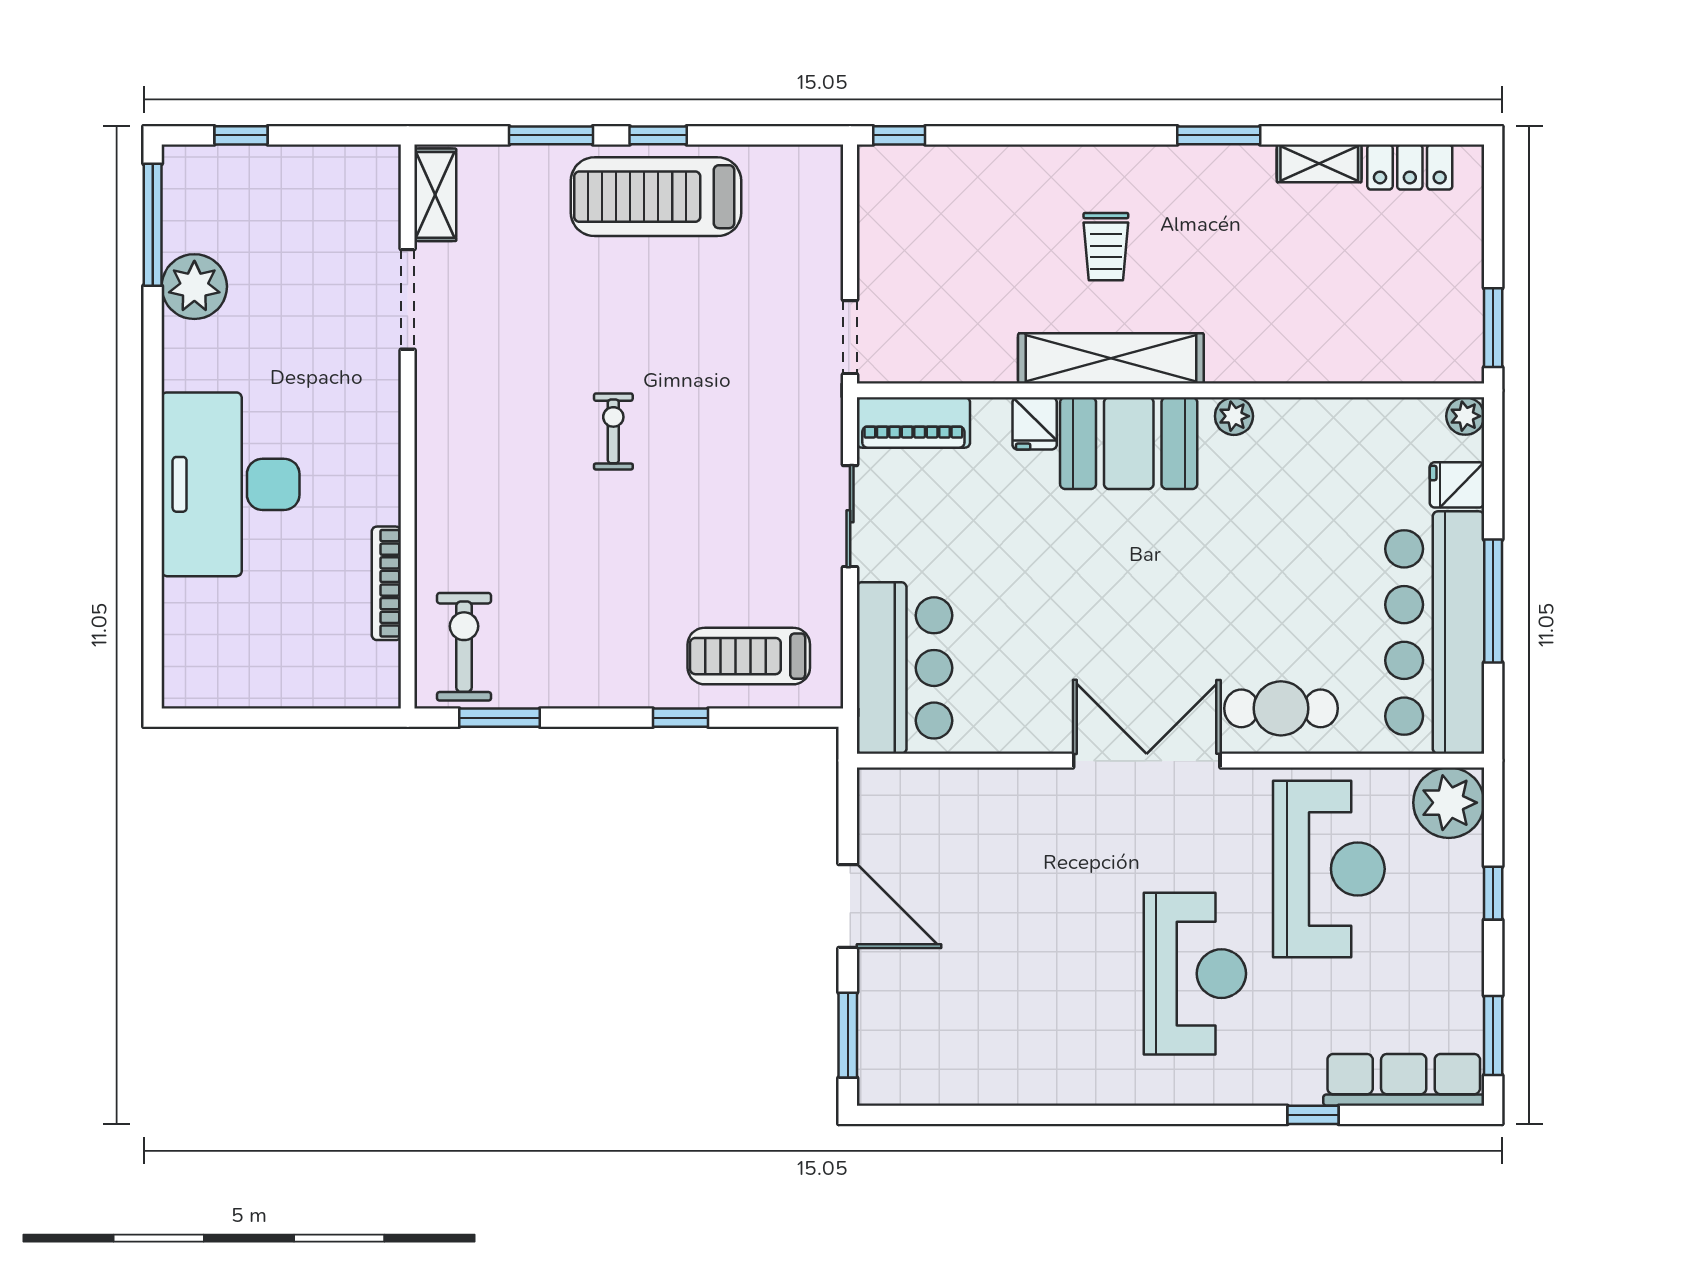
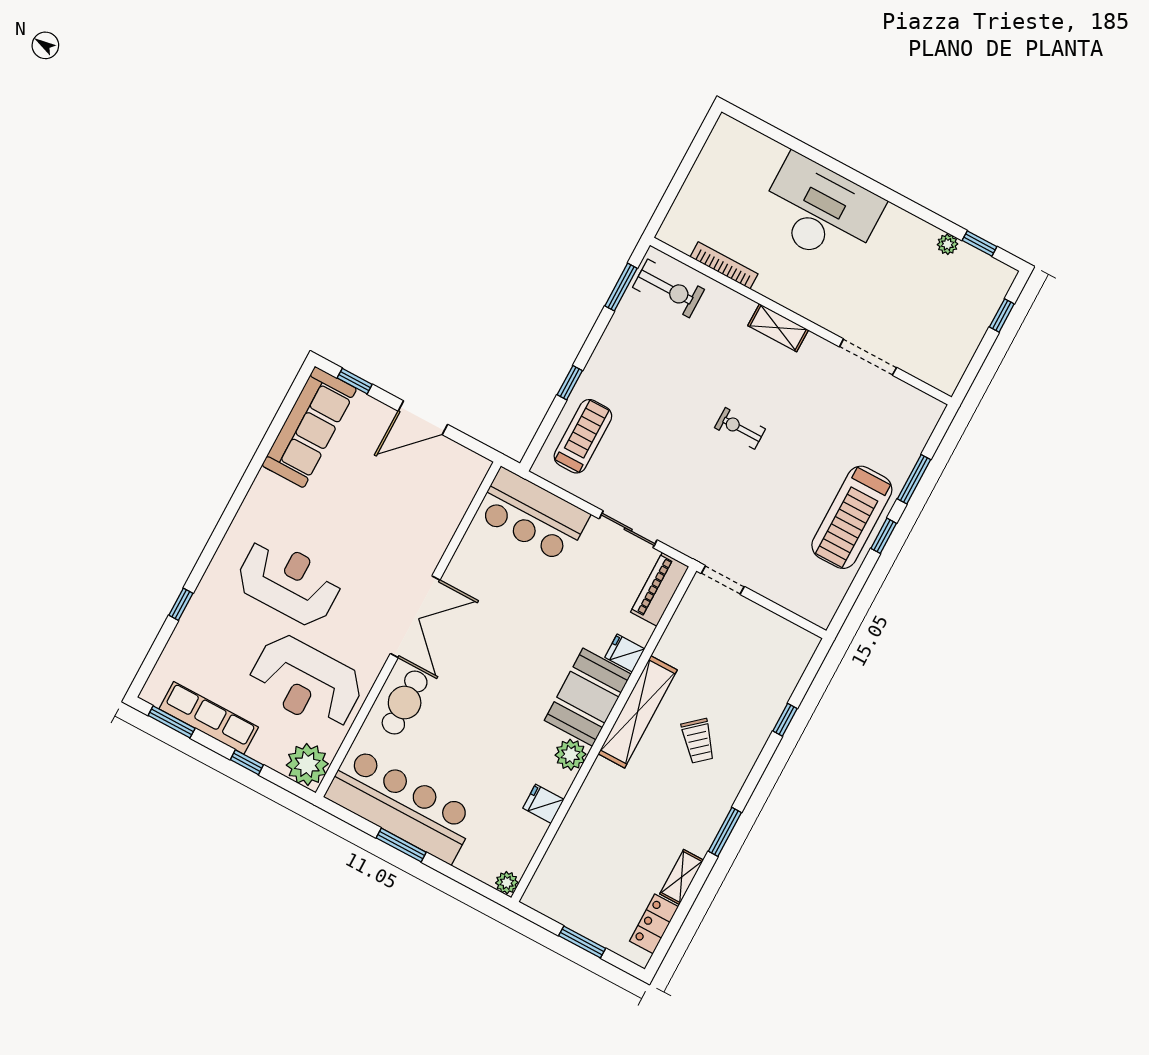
window: (899, 135) -> (785, 720), moved
shelving: (435, 195) -> (778, 328), moved
treadmill: (656, 197) -> (852, 517), turned 180
window: (153, 225) -> (980, 243), width x0.46
trolley: (1106, 247) -> (698, 741), turned -131
plant: (194, 287) -> (947, 244), width x0.53, depth x0.53
window: (1493, 328) -> (582, 942), moved
plant: (1234, 416) -> (571, 755), width x1.38, depth x1.38
exercise bike: (613, 431) -> (740, 428), turned 180
fridge: (1457, 485) -> (543, 804), moved, turned -90
window: (1493, 601) -> (401, 845), width x0.69
reception desk: (1195, 974) -> (289, 582), turned 180
window: (848, 1035) -> (355, 381), width x0.67
sofa: (951, 1066) -> (309, 427), added
row of seats: (1404, 1080) -> (209, 718), moved, turned -90

